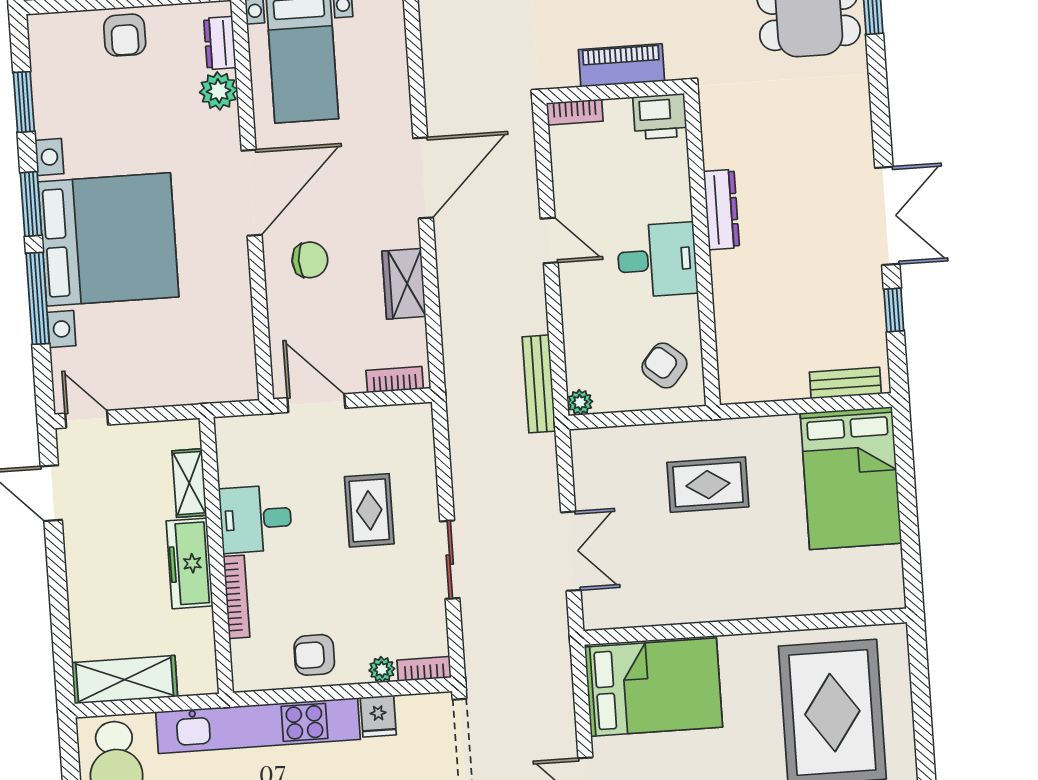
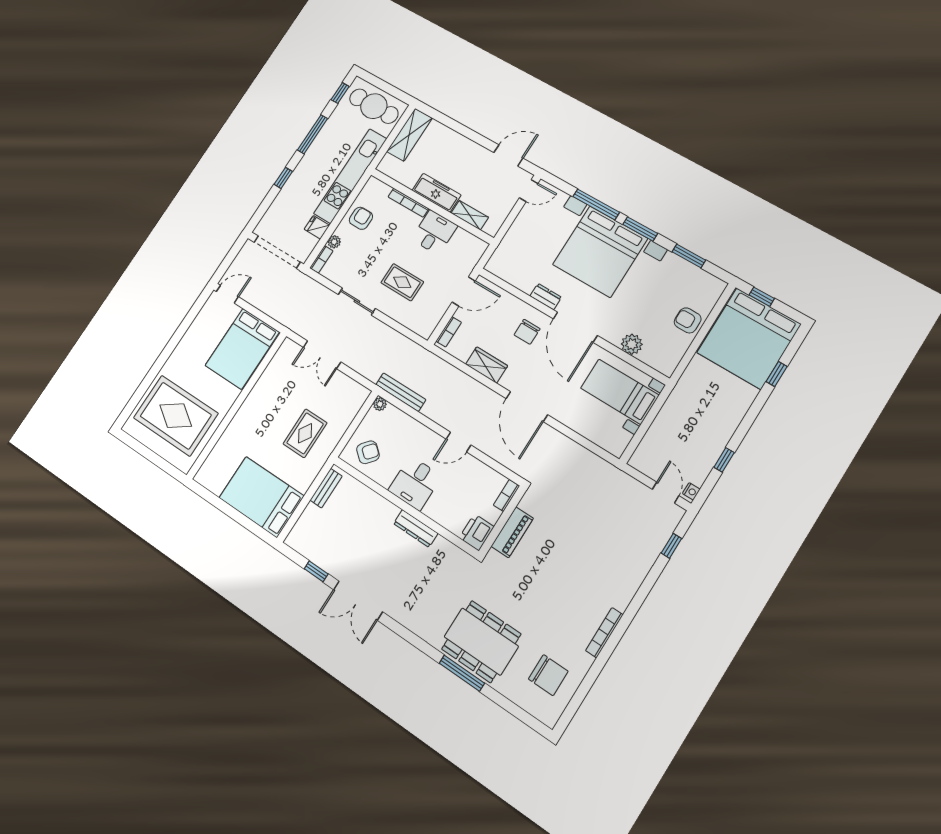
dresser: (220, 43) -> (546, 297), moved
bench: (845, 383) -> (326, 488), moved

